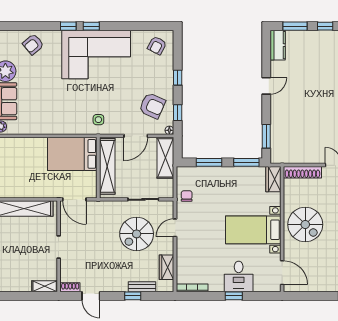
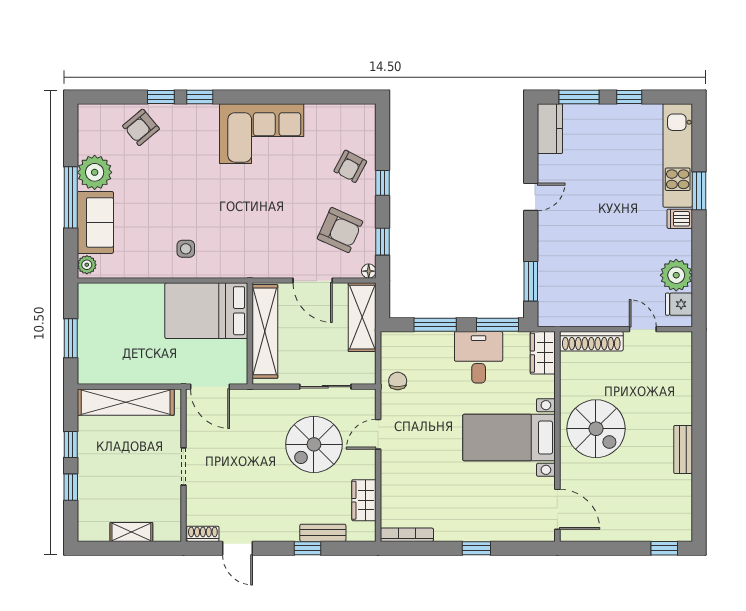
window: (91, 26) -> (161, 97), moved
armchair: (157, 45) -> (350, 166), moved
corner sofa: (96, 54) -> (262, 134), width x0.73, depth x0.74
side table: (98, 120) -> (186, 249), moved
door: (136, 136) -> (313, 281), hinge flipped
desk: (239, 277) -> (479, 357), moved, turned 180
shelving: (45, 286) -> (131, 532), moved

